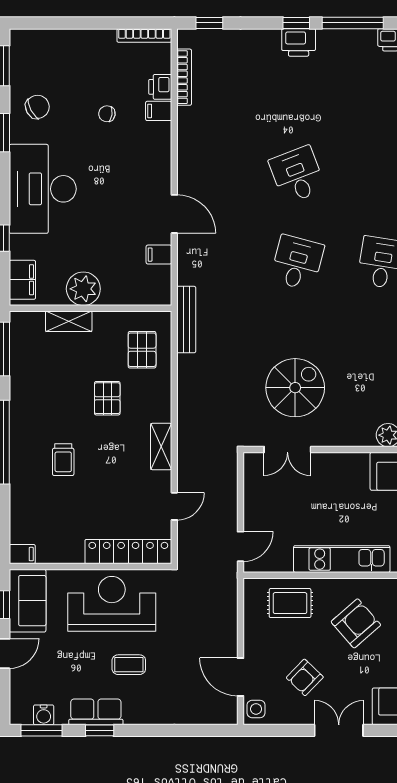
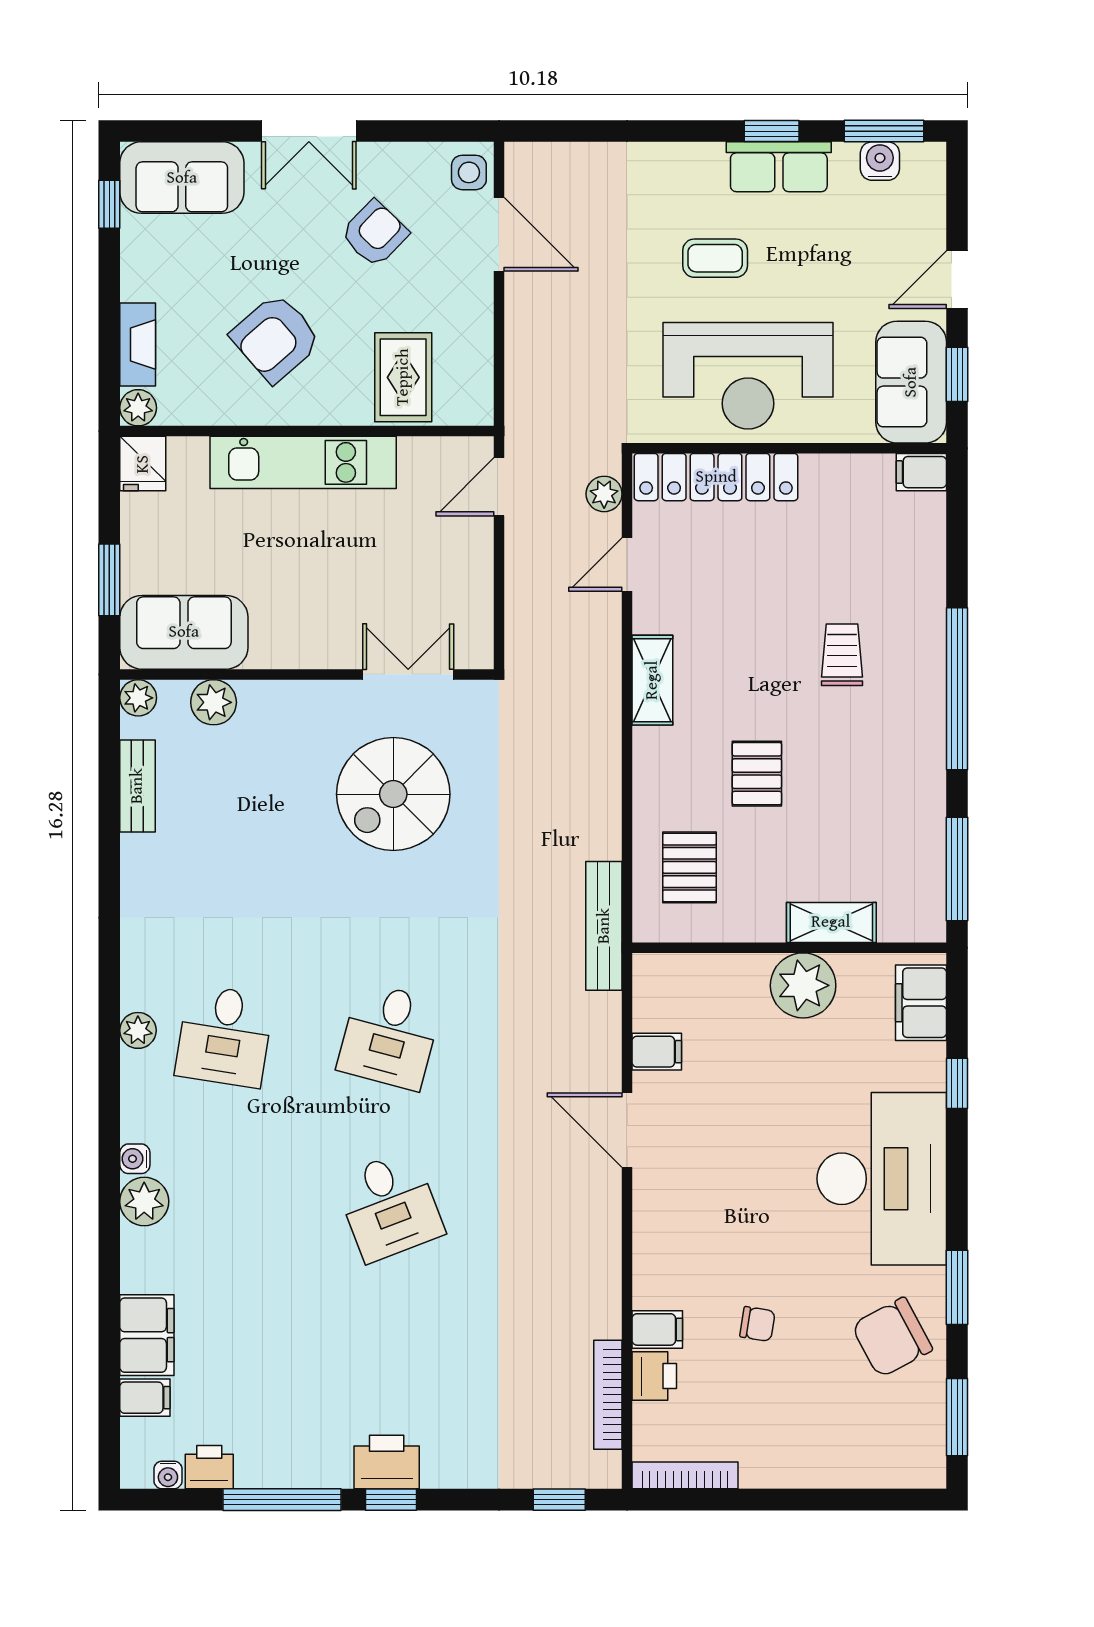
chair: (37, 107) -> (892, 1337), width x1.37, depth x1.37
plant: (186, 543) -> (604, 494), added
rug: (290, 603) -> (403, 377), turned 90

